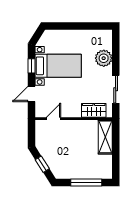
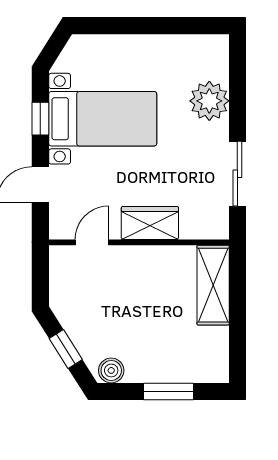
wardrobe: (94, 110) -> (150, 223), moved
boiler: (62, 173) -> (111, 370), added
window: (86, 182) -> (169, 392), width x0.69

